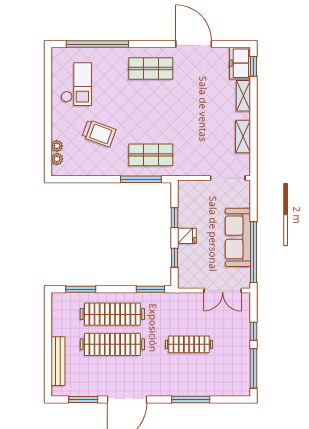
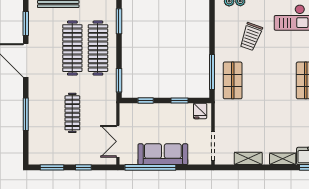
fridge: (187, 236) -> (200, 111), moved
window: (253, 368) -> (52, 167), width x0.69

